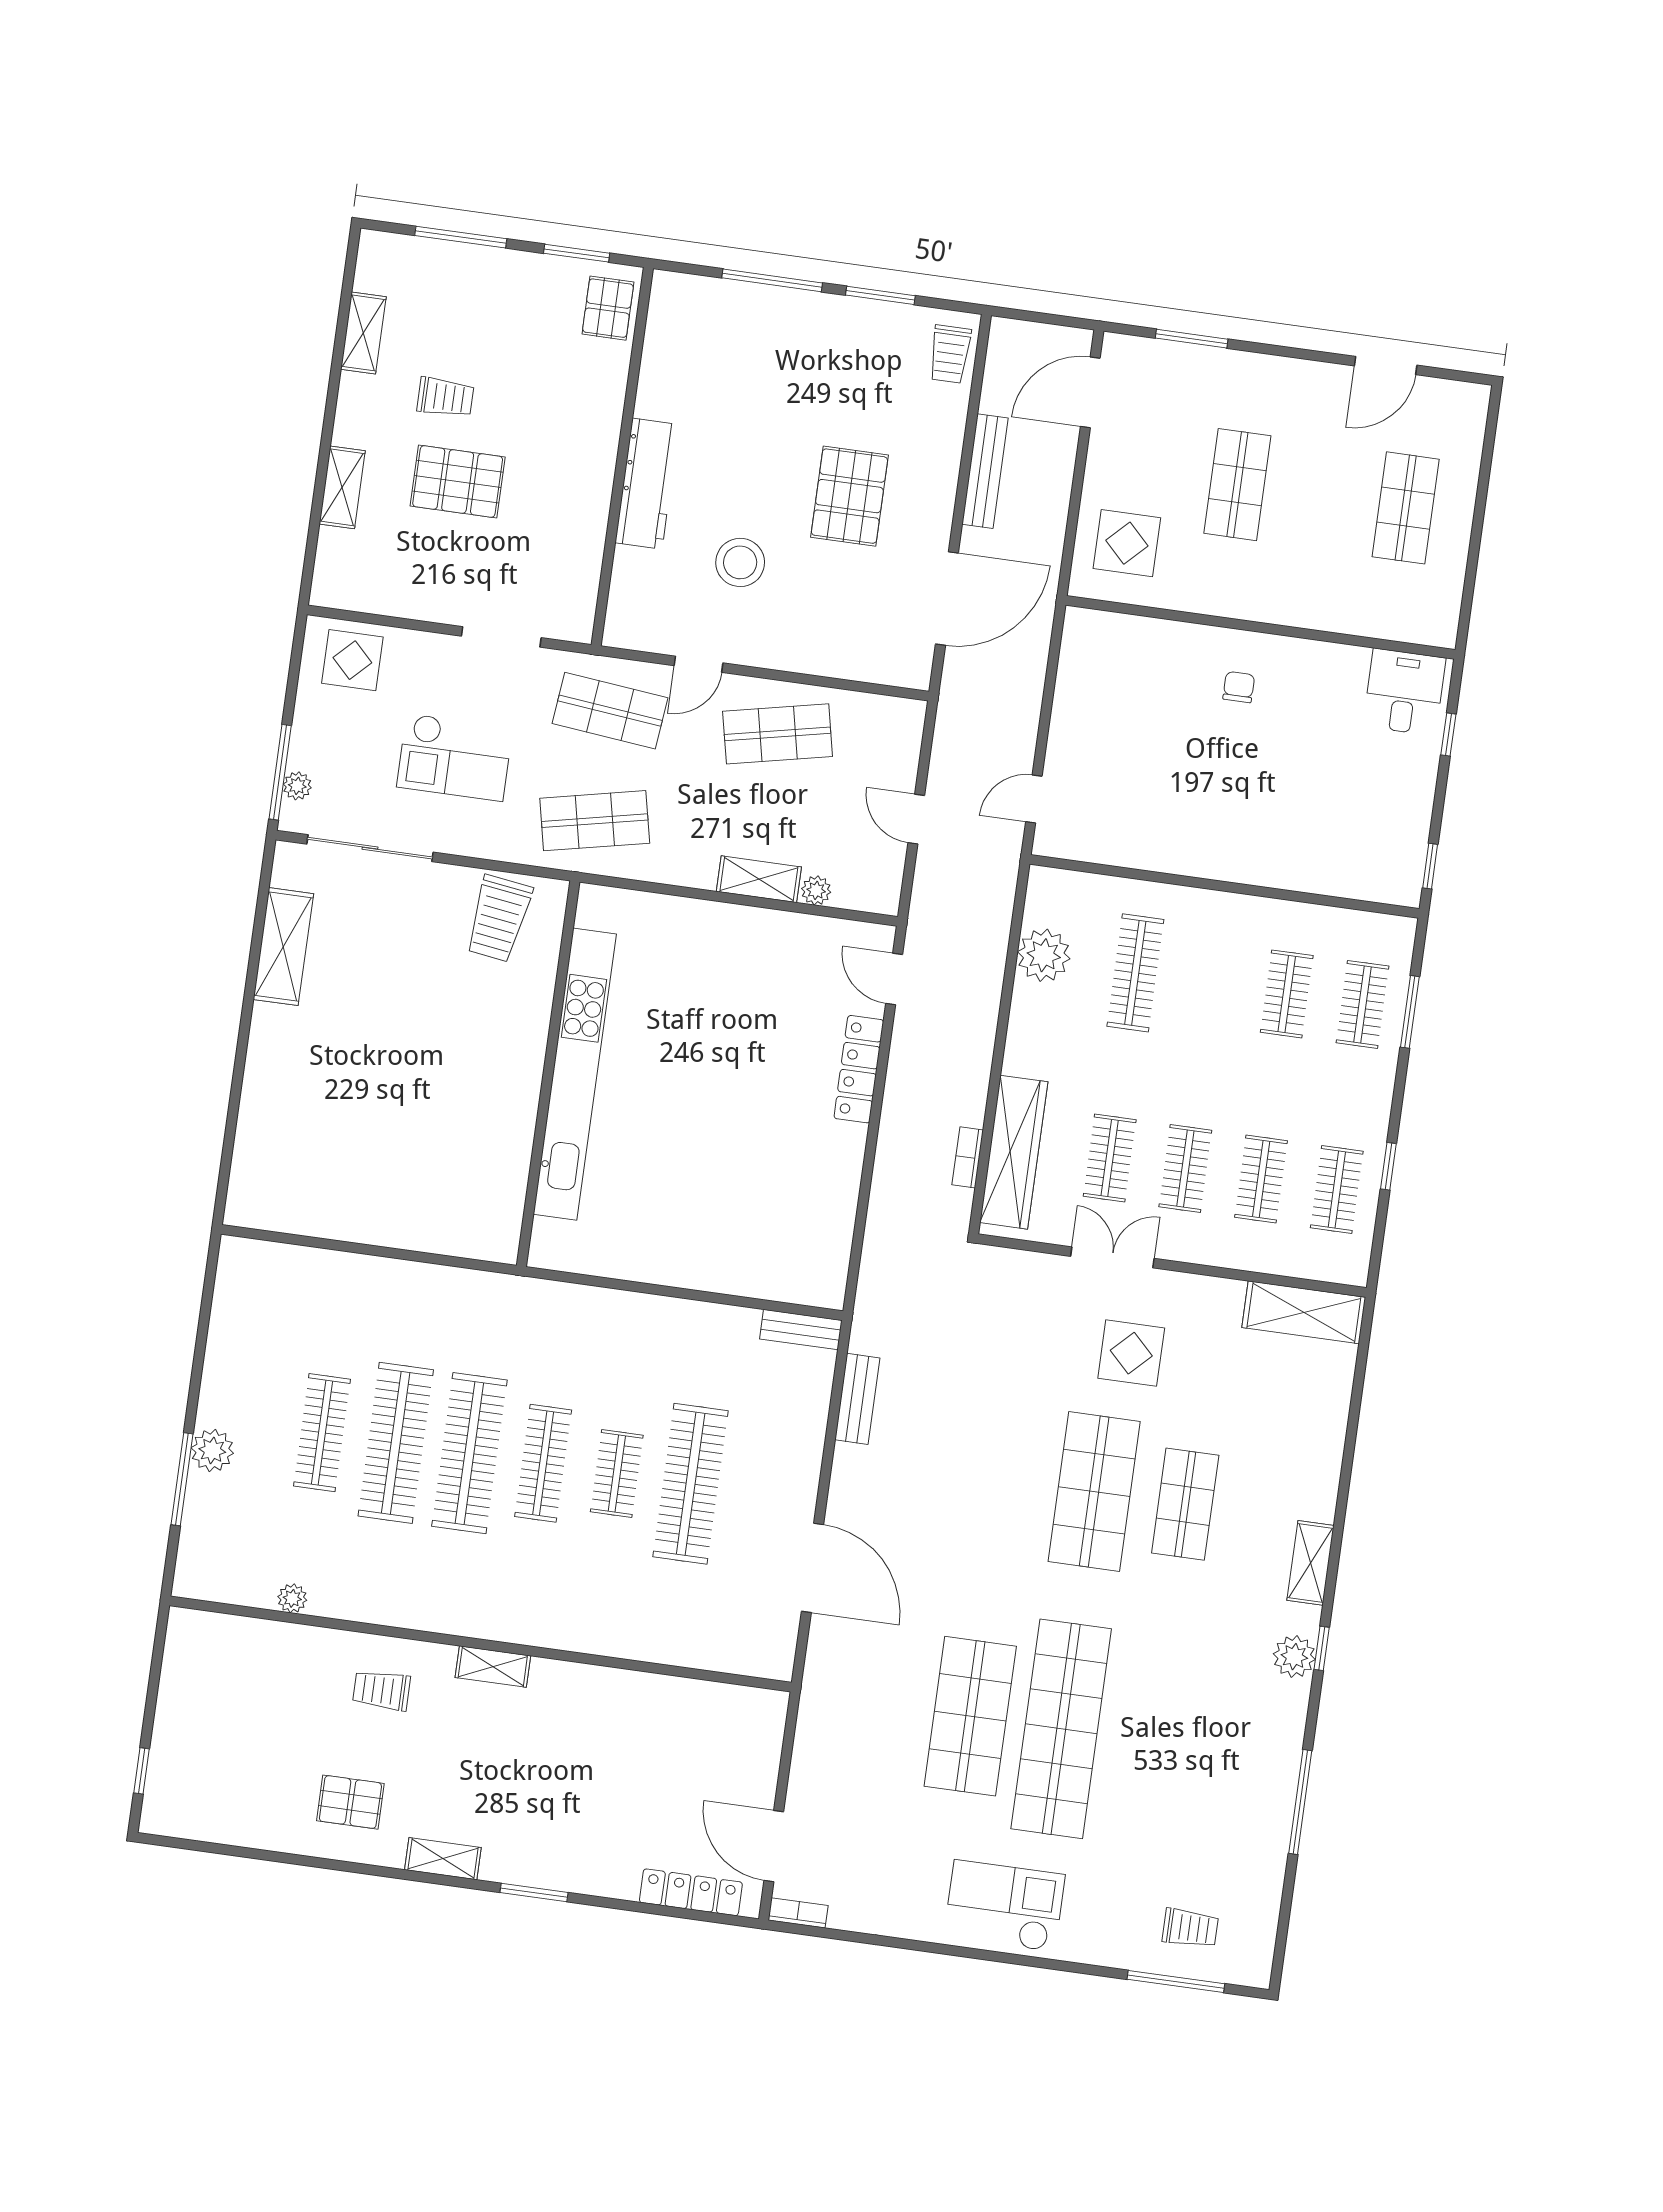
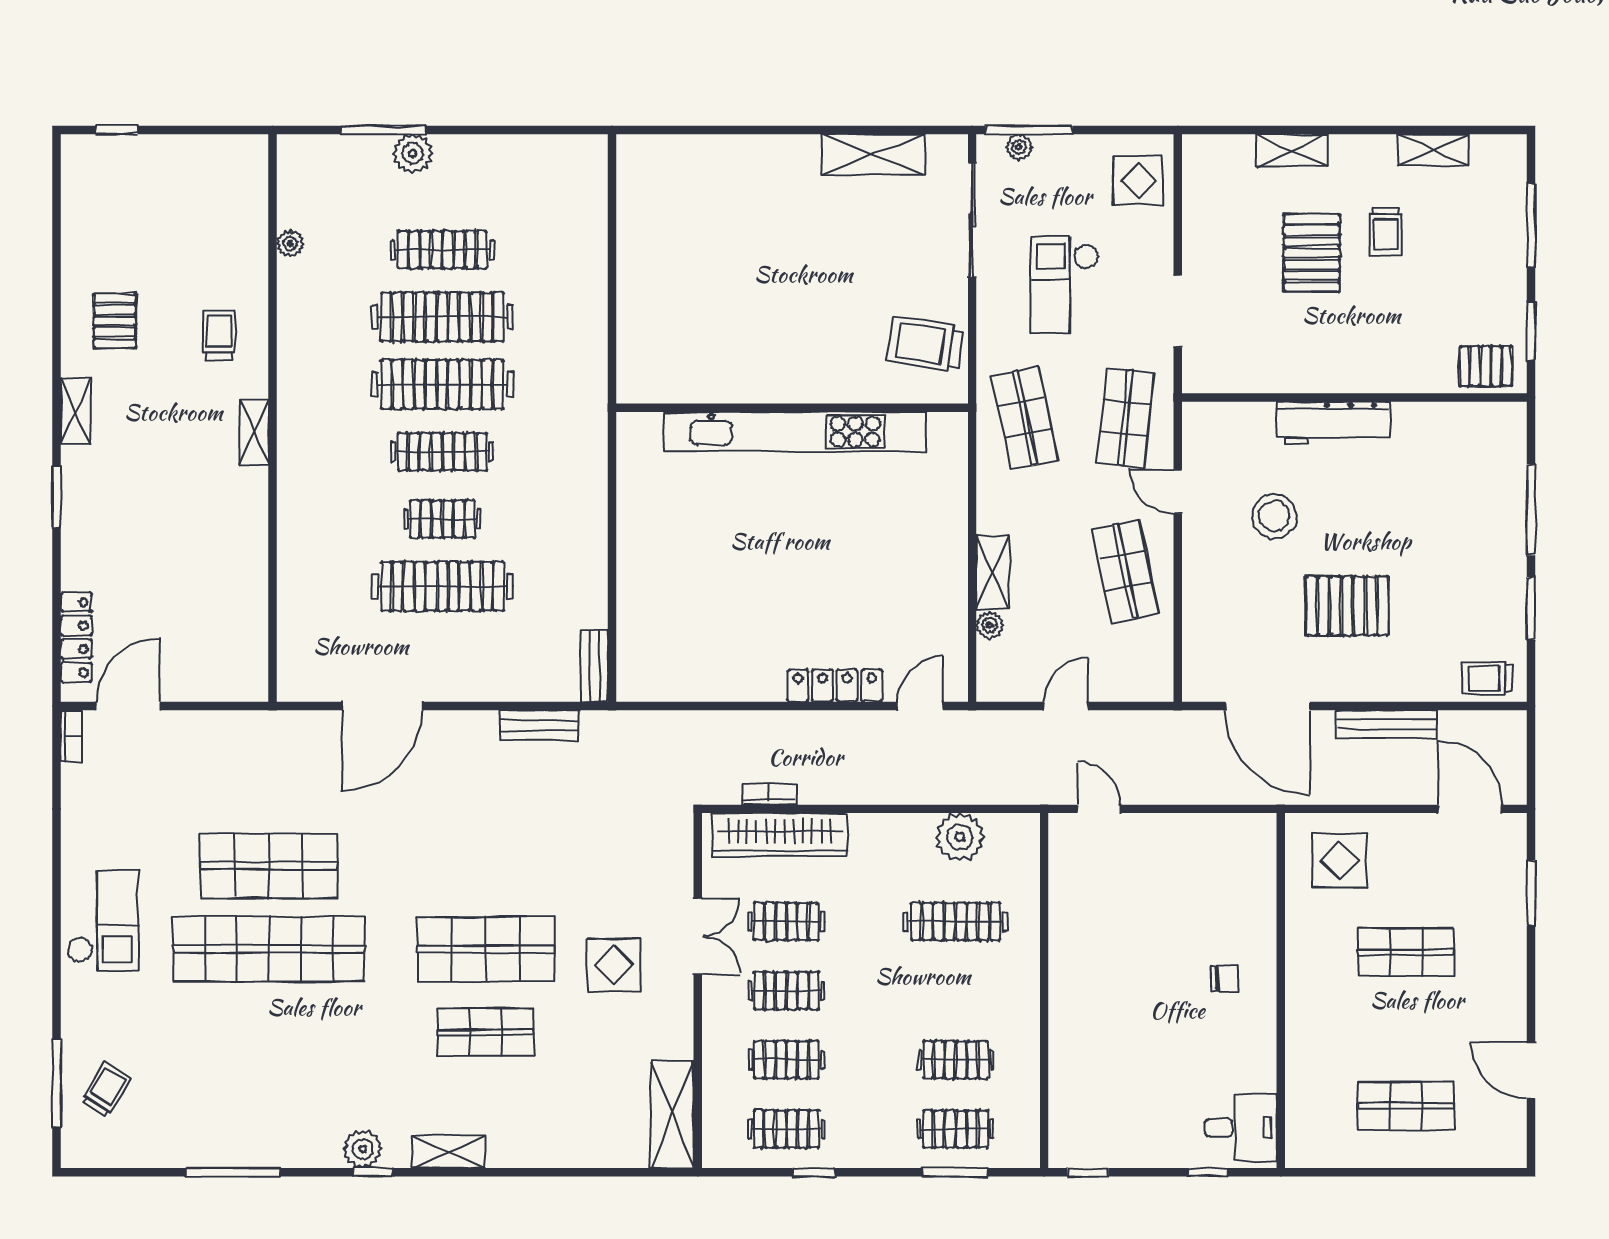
trolley: (1190, 1928) -> (106, 1089), turned -148

